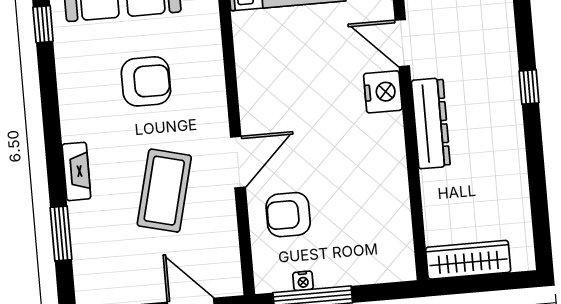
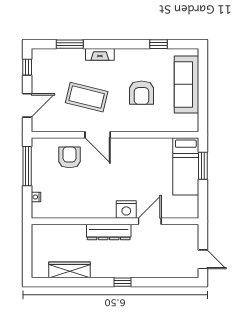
window: (43, 24) -> (159, 44), moved
wardrobe: (468, 260) -> (70, 270), moved, turned -90
nightstand: (303, 281) -> (36, 197), moved

